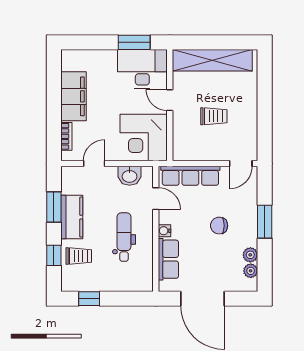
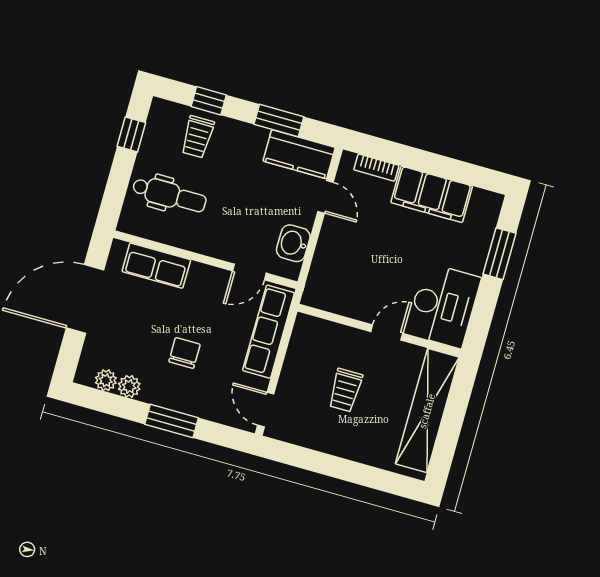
window: (134, 42) -> (499, 254), moved
corner desk: (144, 138) -> (343, 279), removed
kitchen counter: (72, 217) -> (299, 154), moved
water cooler: (165, 231) -> (199, 272), removed
dental chair: (124, 237) -> (169, 195), moved

